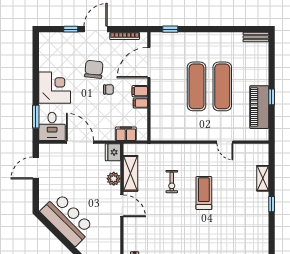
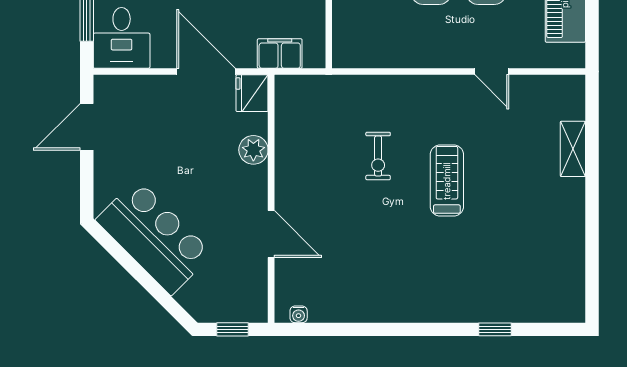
door: (80, 142) -> (206, 72), moved
shelving: (131, 173) -> (290, 138), removed
window: (272, 204) -> (592, 204), removed
door: (122, 206) -> (271, 234), moved

